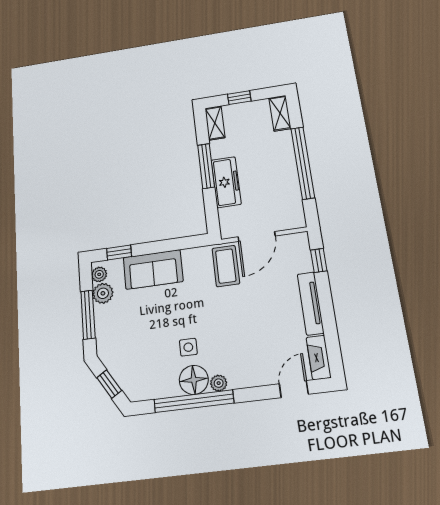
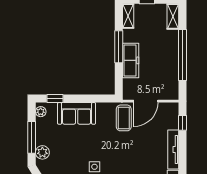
plant: (103, 293) -> (42, 152), moved

